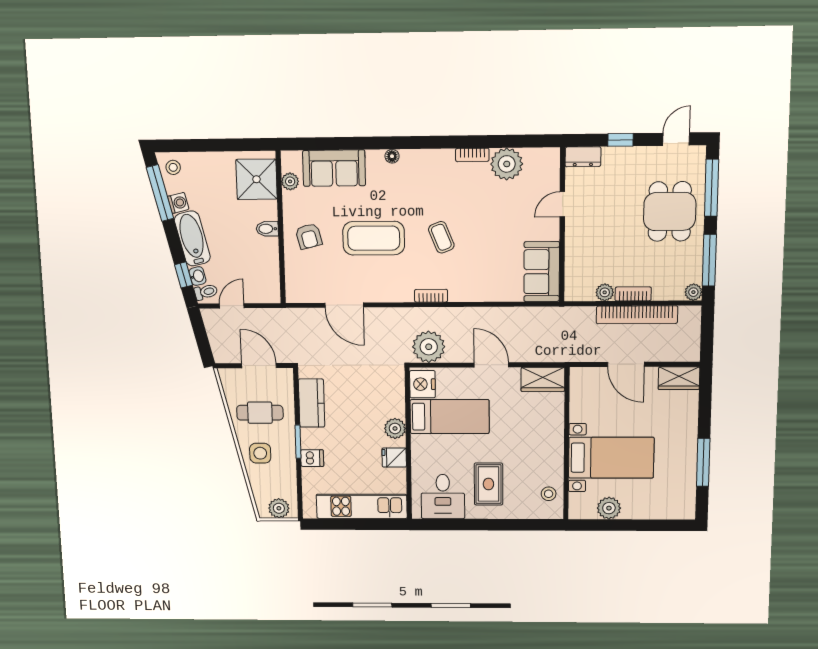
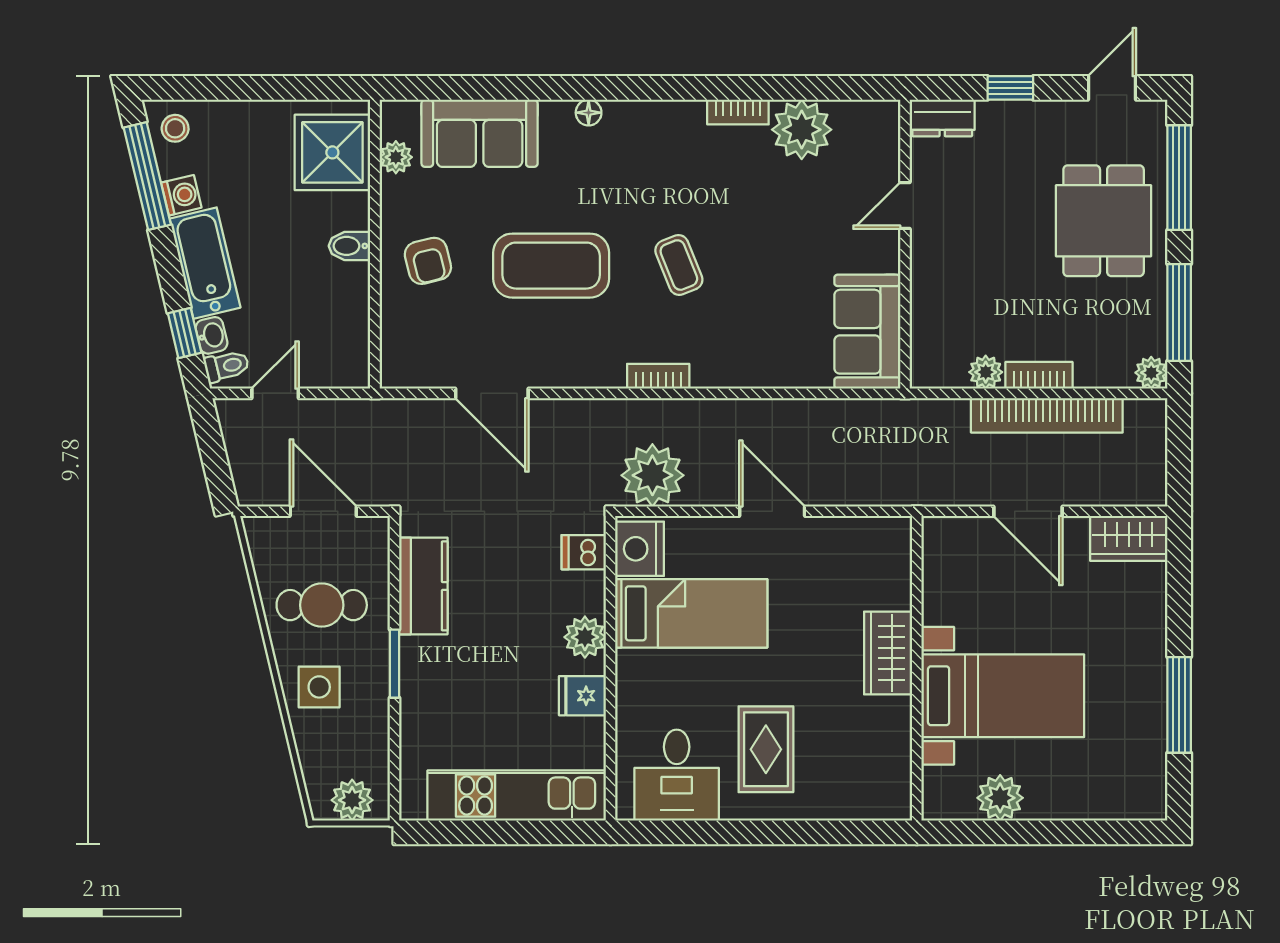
wardrobe: (543, 379) -> (888, 653), moved, turned 90
dishwasher: (312, 458) -> (584, 552), moved, turned 180
stool: (549, 494) -> (883, 769), removed

